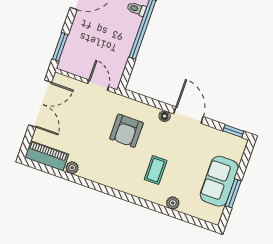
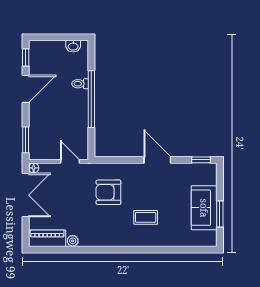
floor lamp: (165, 116) -> (34, 168), moved
armchair: (126, 131) -> (108, 192), turned 90
coffee table: (156, 170) -> (146, 217), turned 90
plant: (173, 203) -> (171, 241), removed

